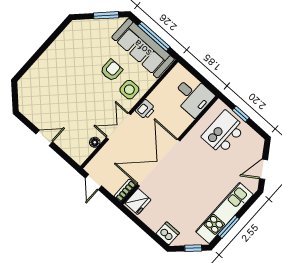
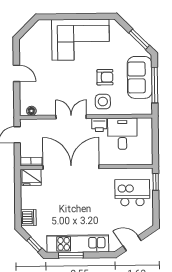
sofa: (143, 48) -> (140, 77), width x0.73
corner sofa: (64, 62) -> (80, 40), added
desk: (193, 96) -> (122, 134), moved, turned 180
window: (241, 114) -> (156, 182), moved
floor lamp: (95, 142) -> (31, 111), moved

